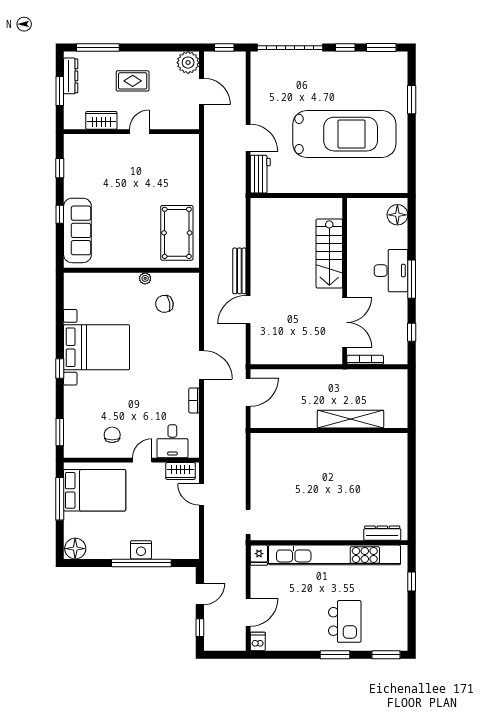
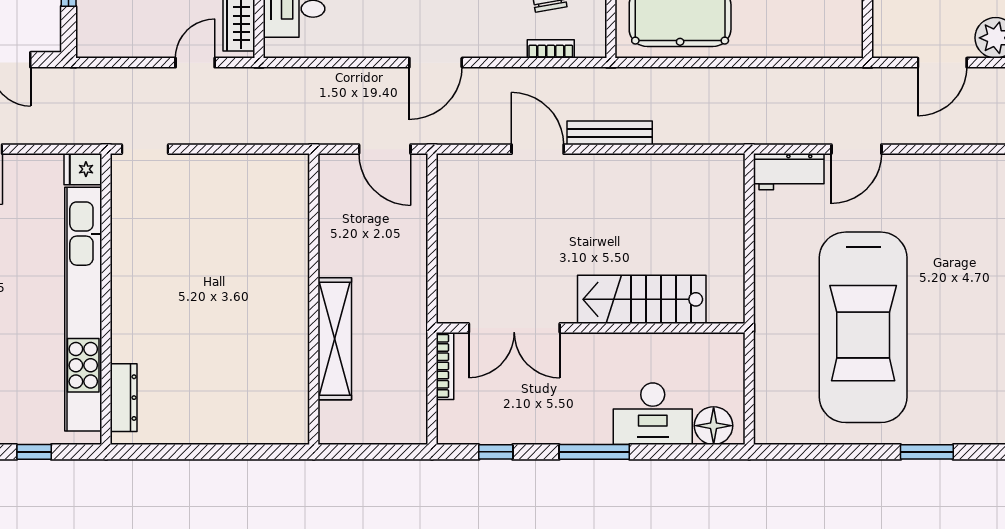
desk: (391, 271) -> (653, 414), moved
bookcase: (194, 400) -> (551, 49), moved

